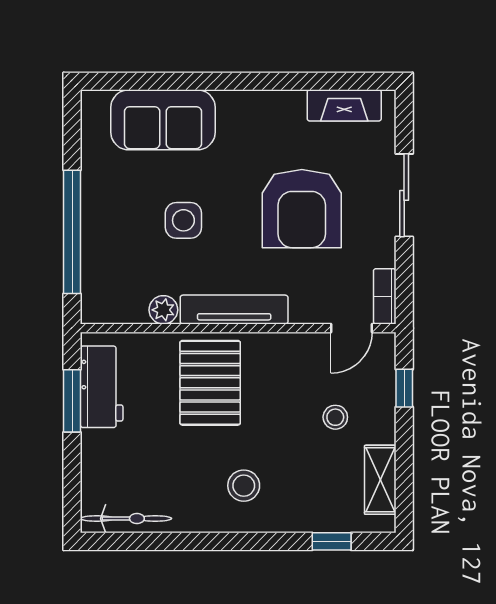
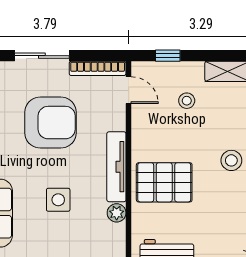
bookcase: (385, 296) -> (98, 68), width x1.56

